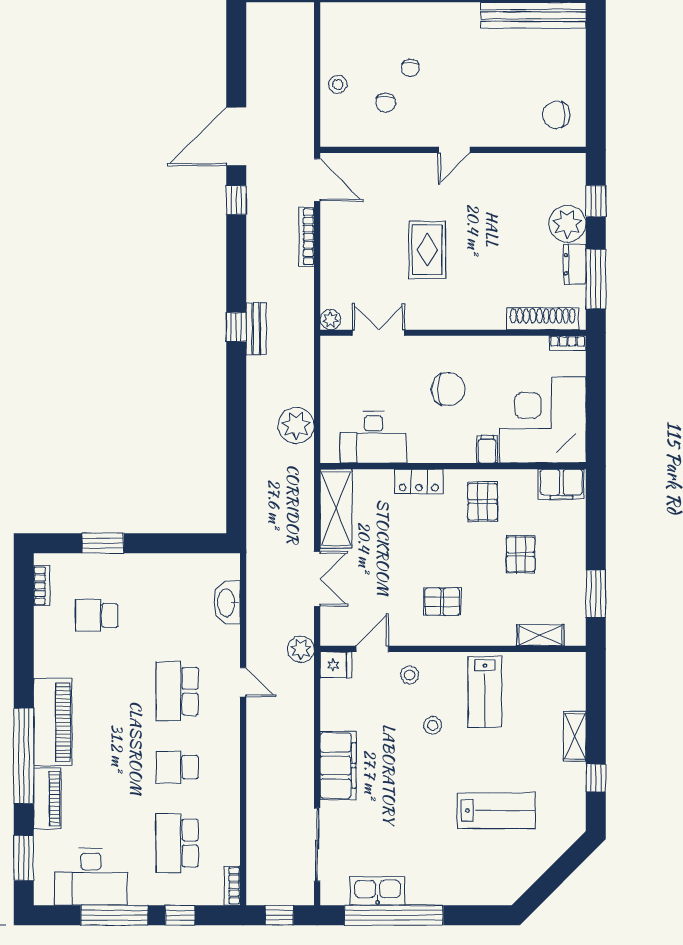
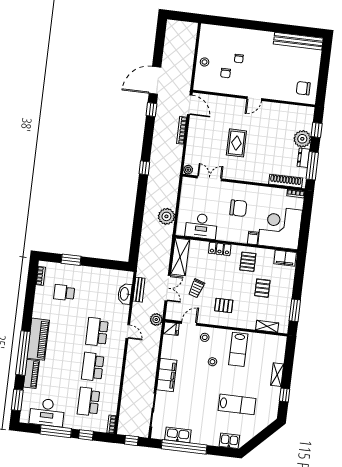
bench: (256, 329) -> (139, 290), moved
trolley: (379, 572) -> (196, 288), added
school desk: (177, 767) -> (93, 367), width x1.85
kitchen sink: (489, 890) -> (229, 441), added

